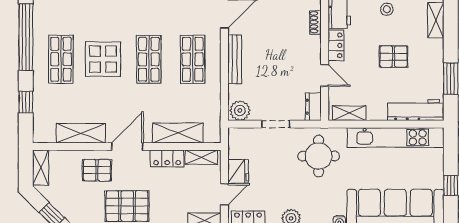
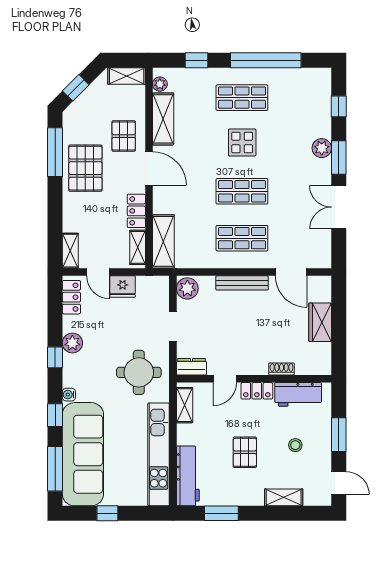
display table: (103, 59) -> (242, 142), width x0.73, depth x0.73
shelving: (178, 133) -> (163, 241), moved
plant: (48, 136) -> (160, 84), added

